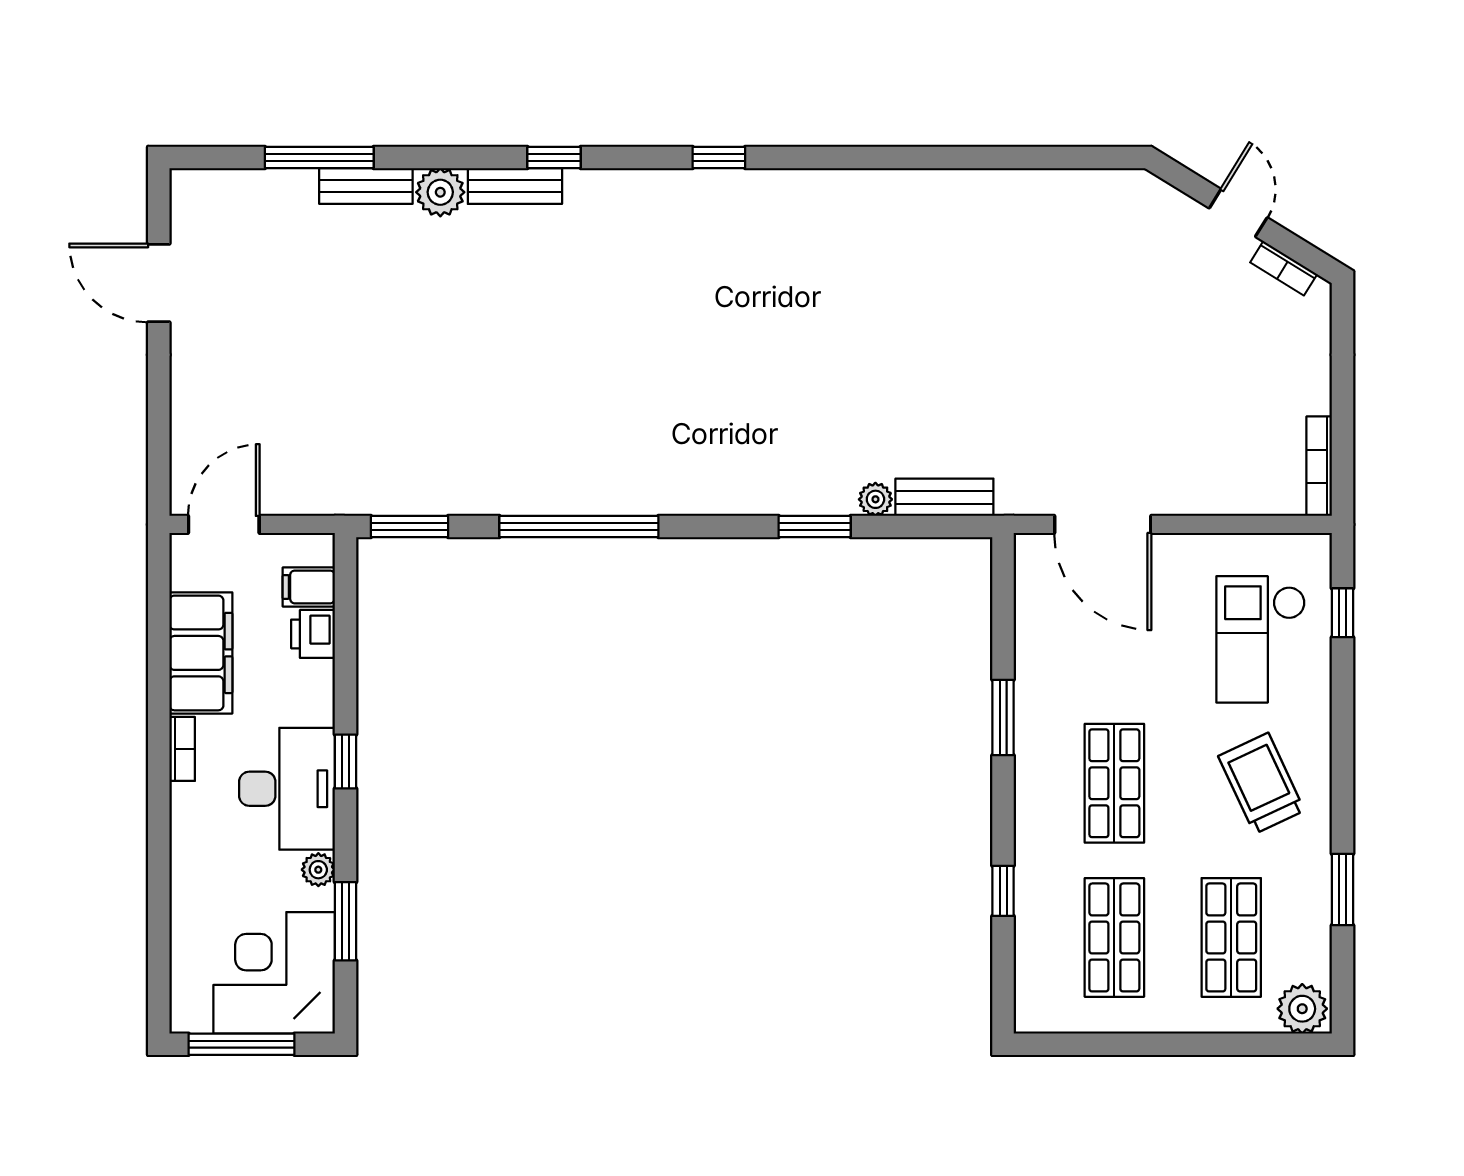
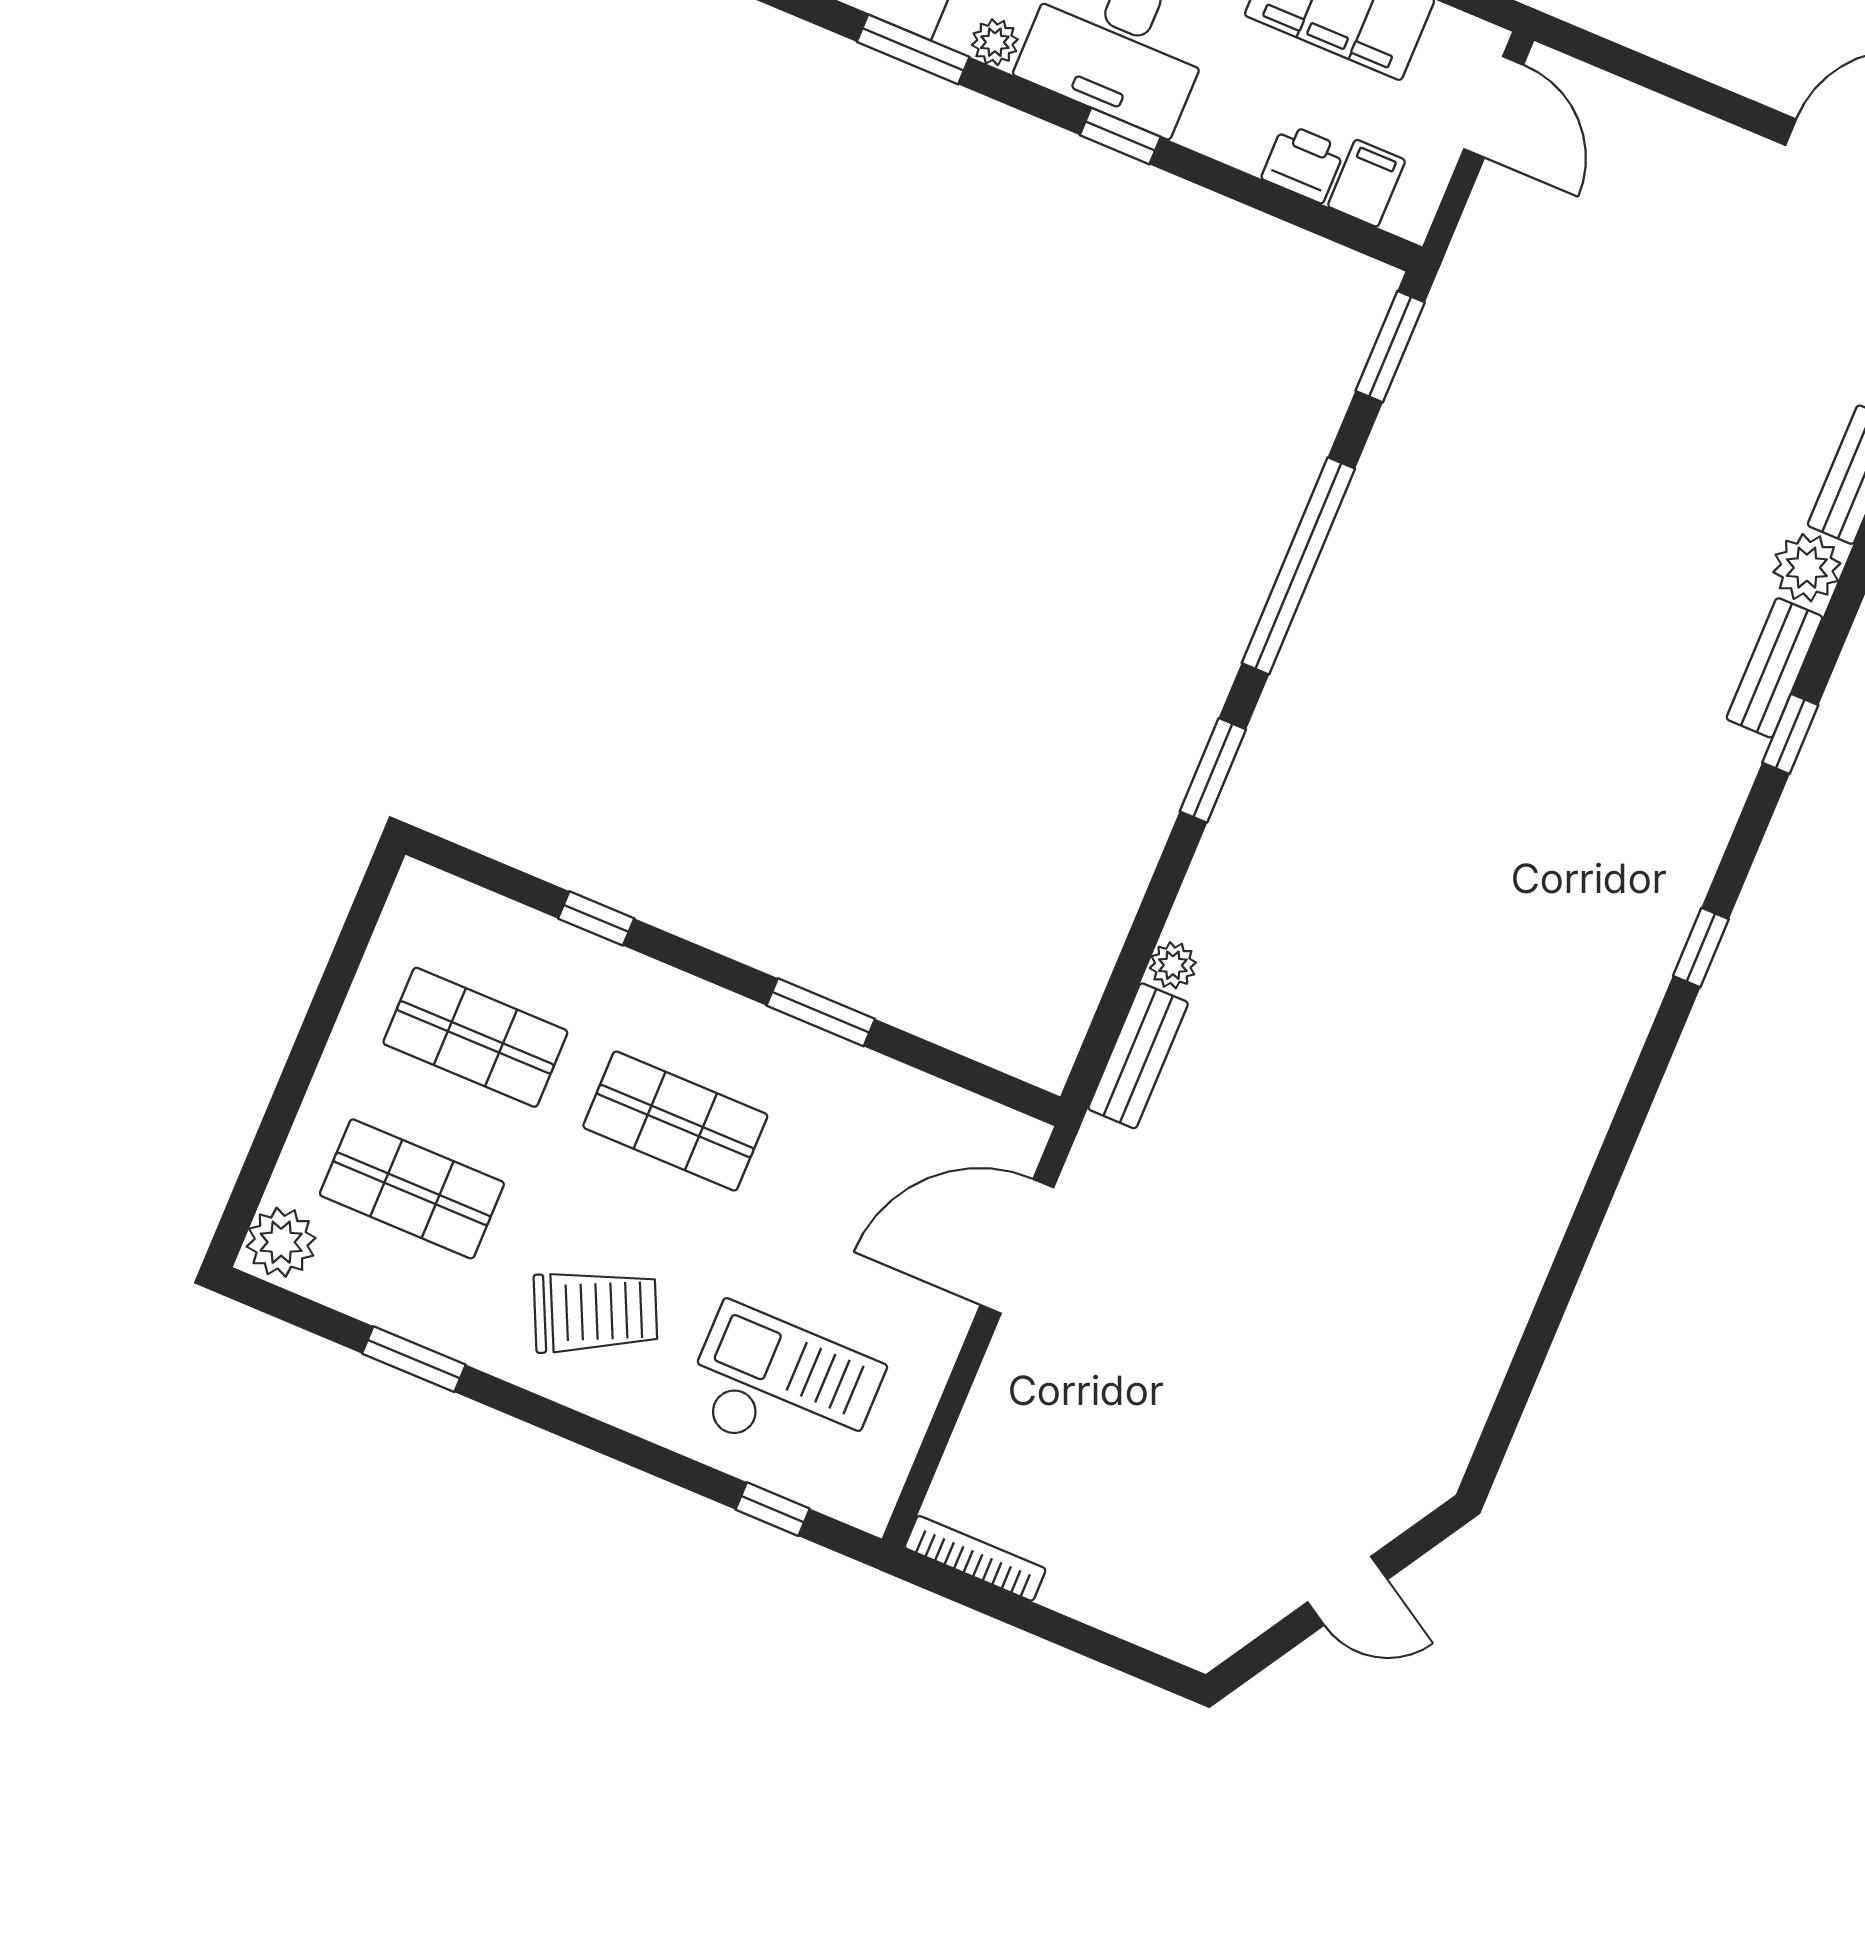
bookcase: (1284, 268) -> (1251, 1620), removed
window: (815, 527) -> (1213, 770), moved

